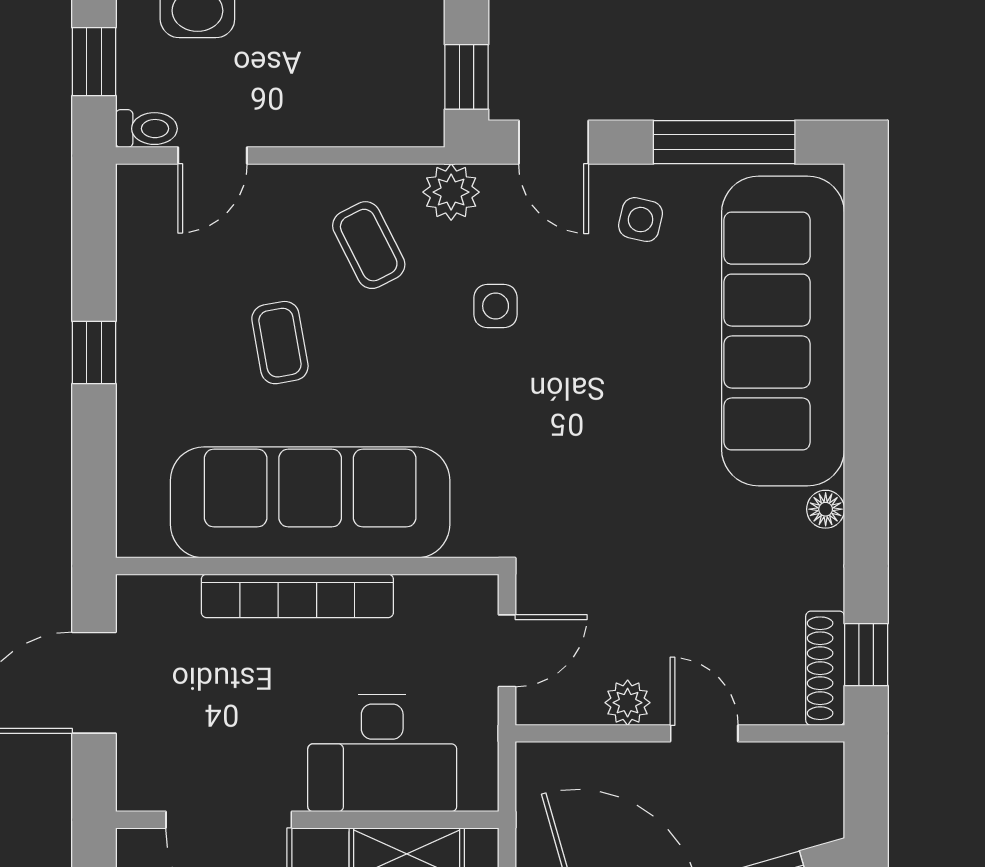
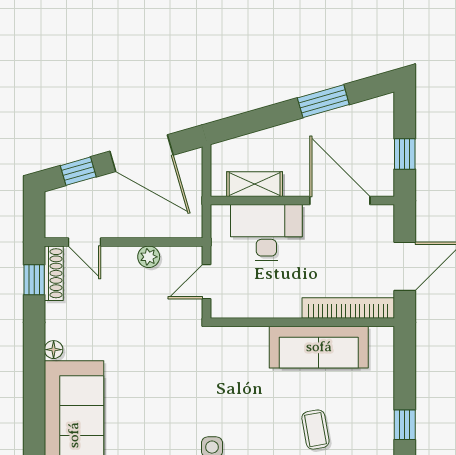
sofa: (310, 502) -> (319, 347), width x0.74, depth x0.79
bookcase: (297, 596) -> (348, 308), moved
door: (704, 733) -> (84, 242), moved

